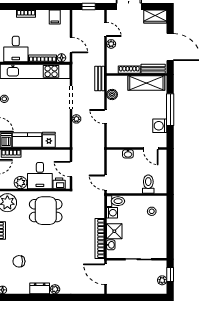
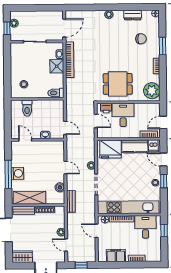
filing cabinet: (55, 17) -> (116, 256), width x2.00
washing machine: (160, 126) -> (17, 173), moved
fridge: (49, 140) -> (111, 149), width x1.88, depth x1.34
plant: (20, 183) -> (140, 109), removed
door: (106, 183) -> (65, 128), moved
washing machine: (112, 213) -> (59, 83), removed
door: (106, 274) -> (64, 28), hinge flipped
dresser: (40, 288) -> (133, 15), moved

